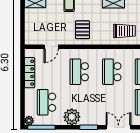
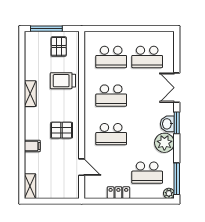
trolley: (124, 31) -> (63, 81), turned -90
locker: (30, 73) -> (118, 193), width x0.66
washbasin: (88, 119) -> (167, 124), added

